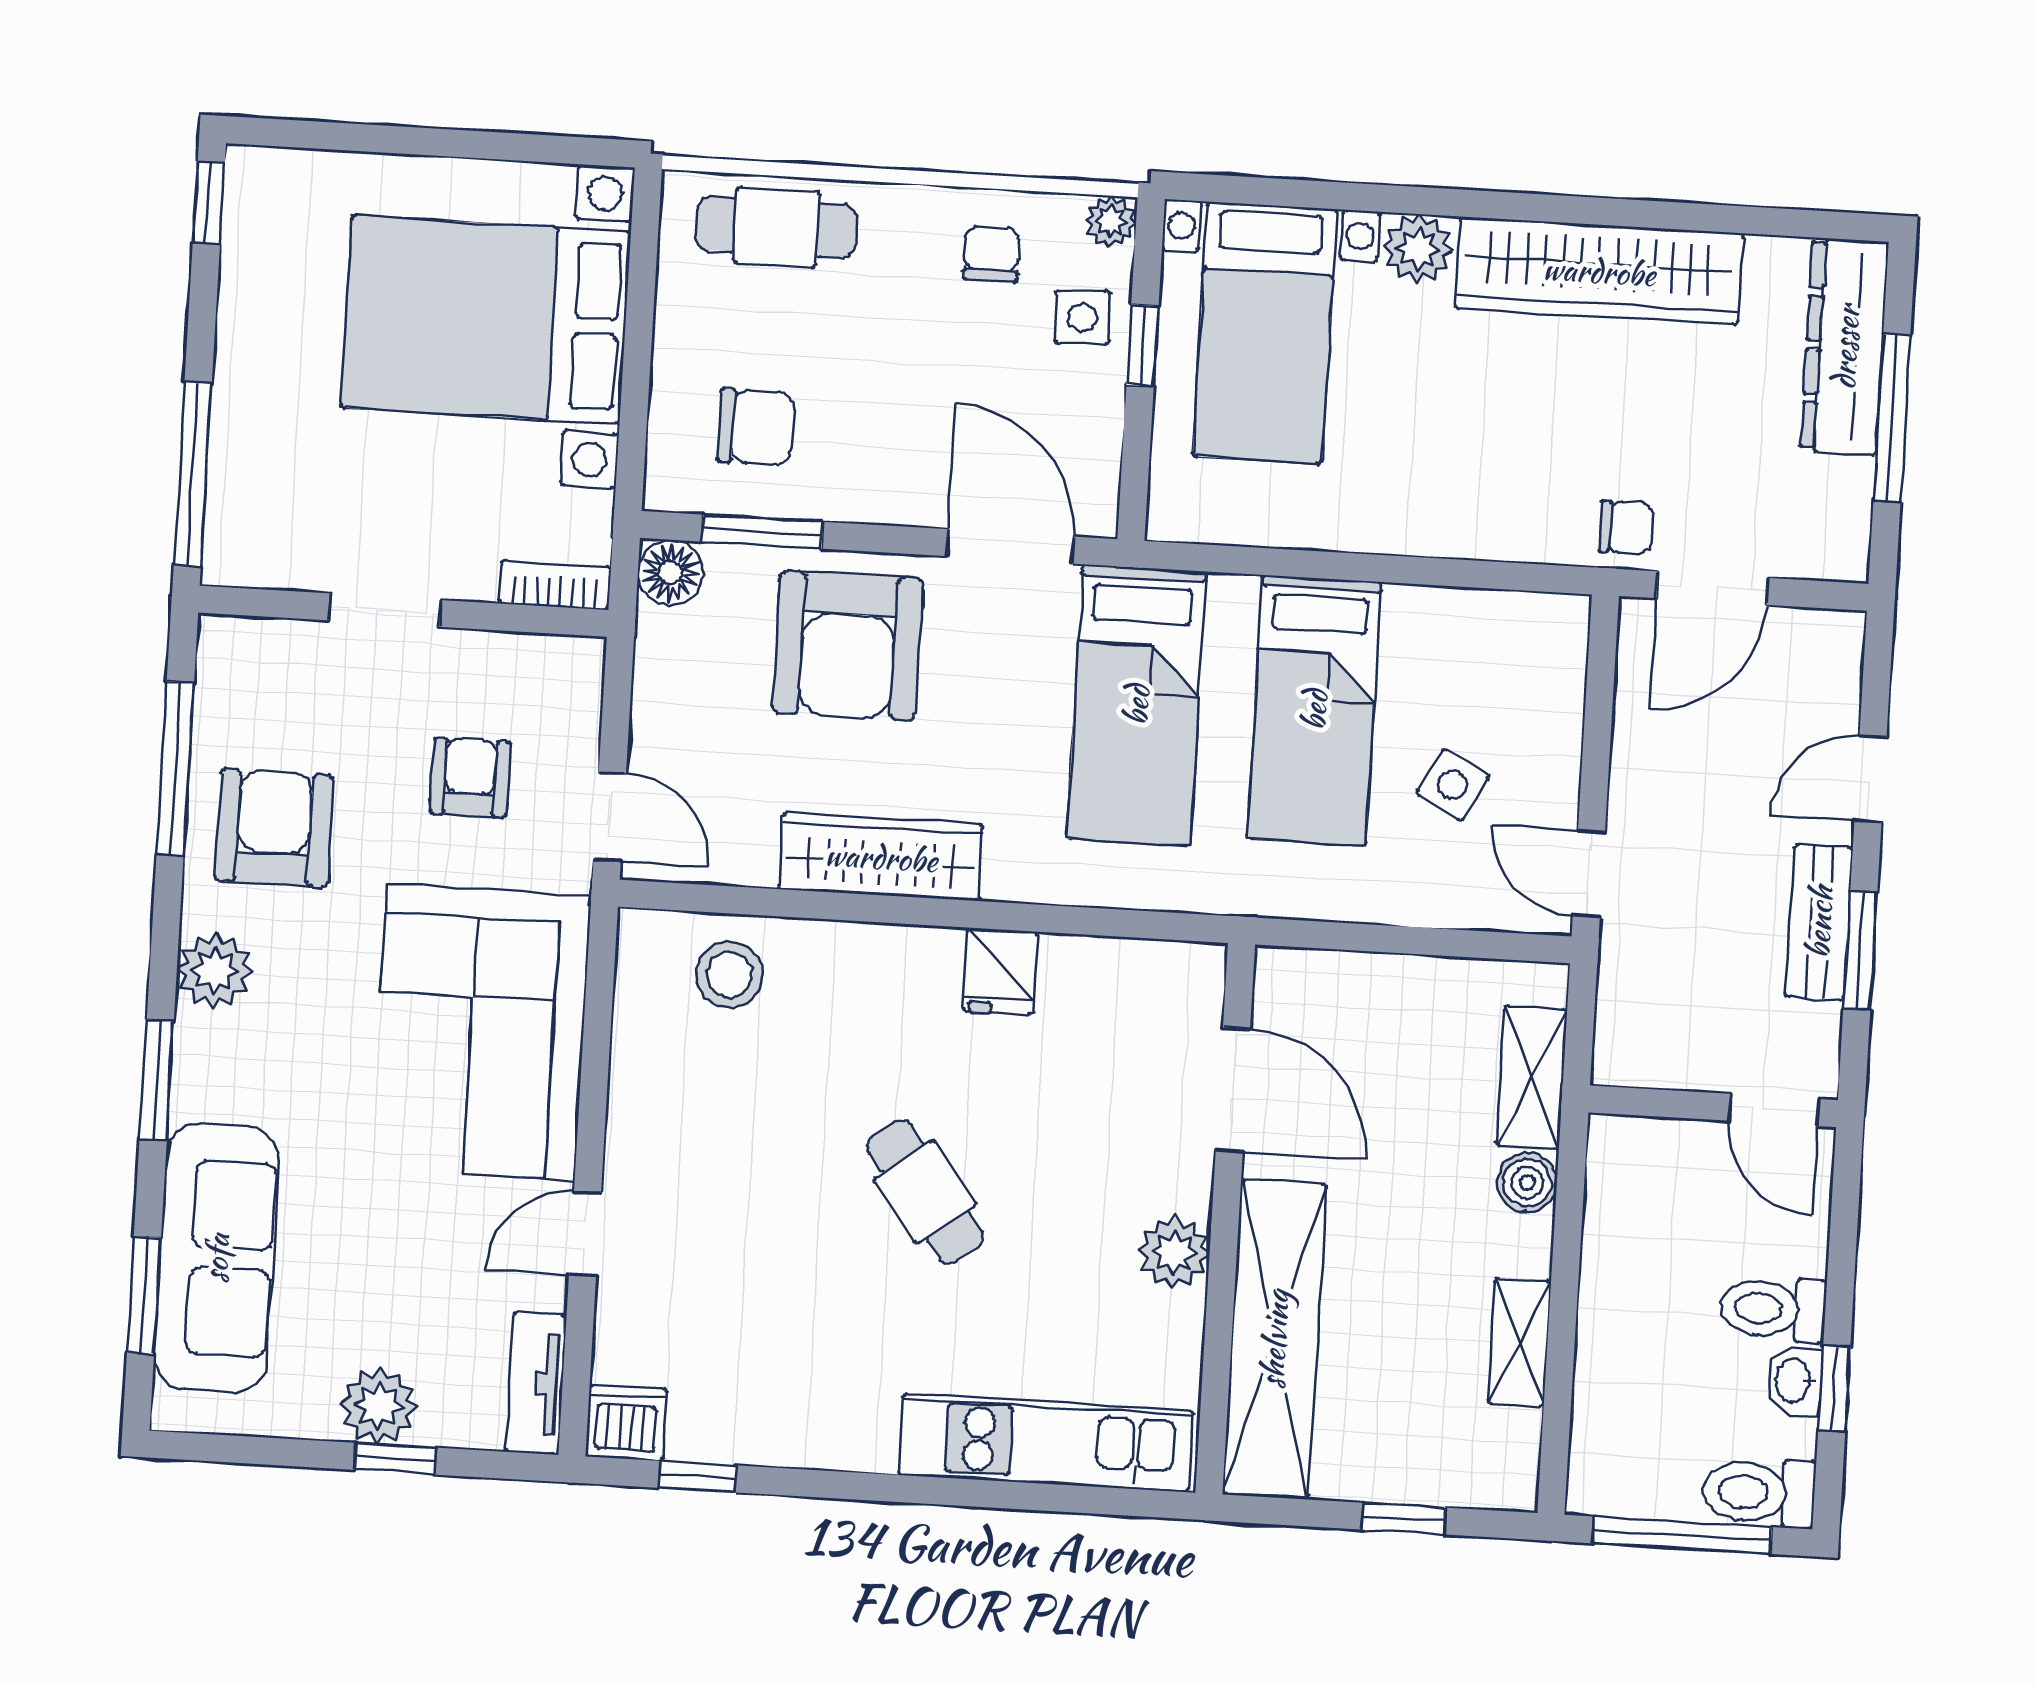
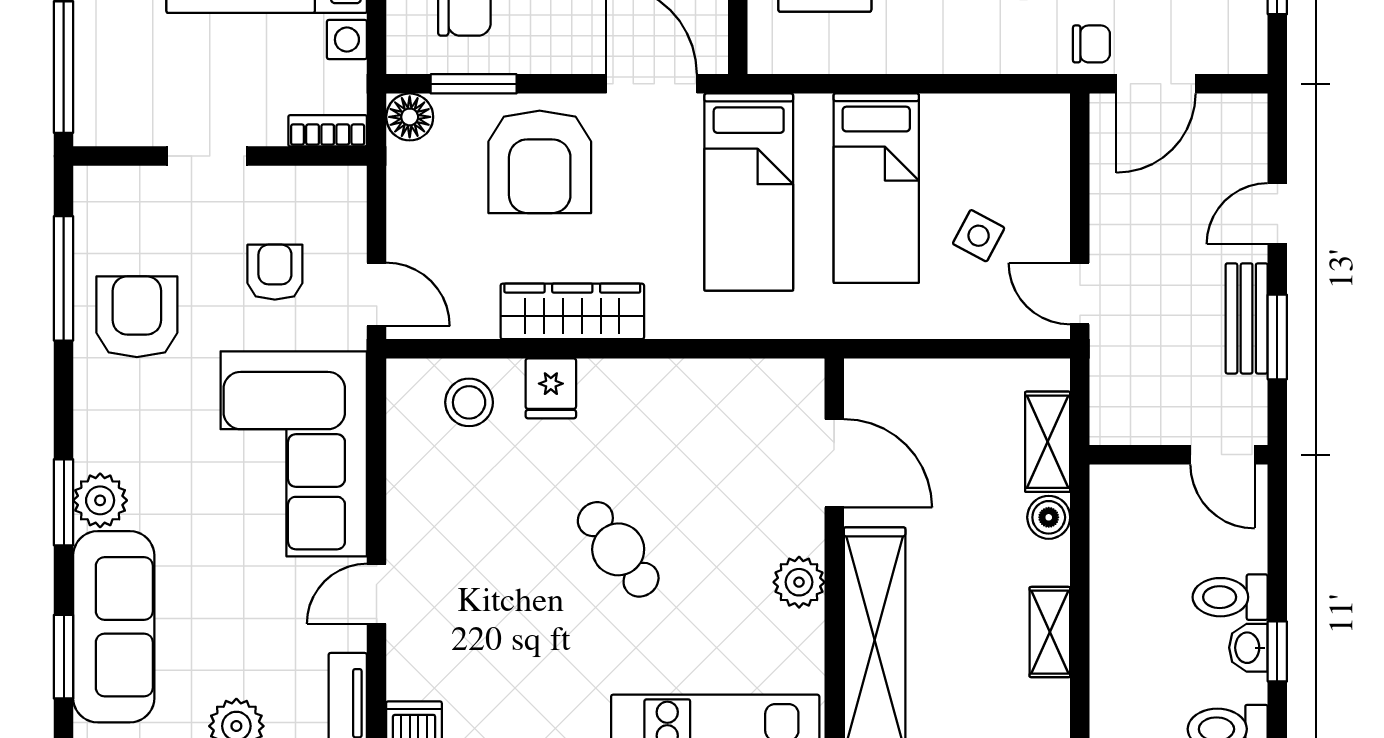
plant: (214, 971) -> (100, 500), moved
fridge: (1000, 971) -> (551, 388), moved

